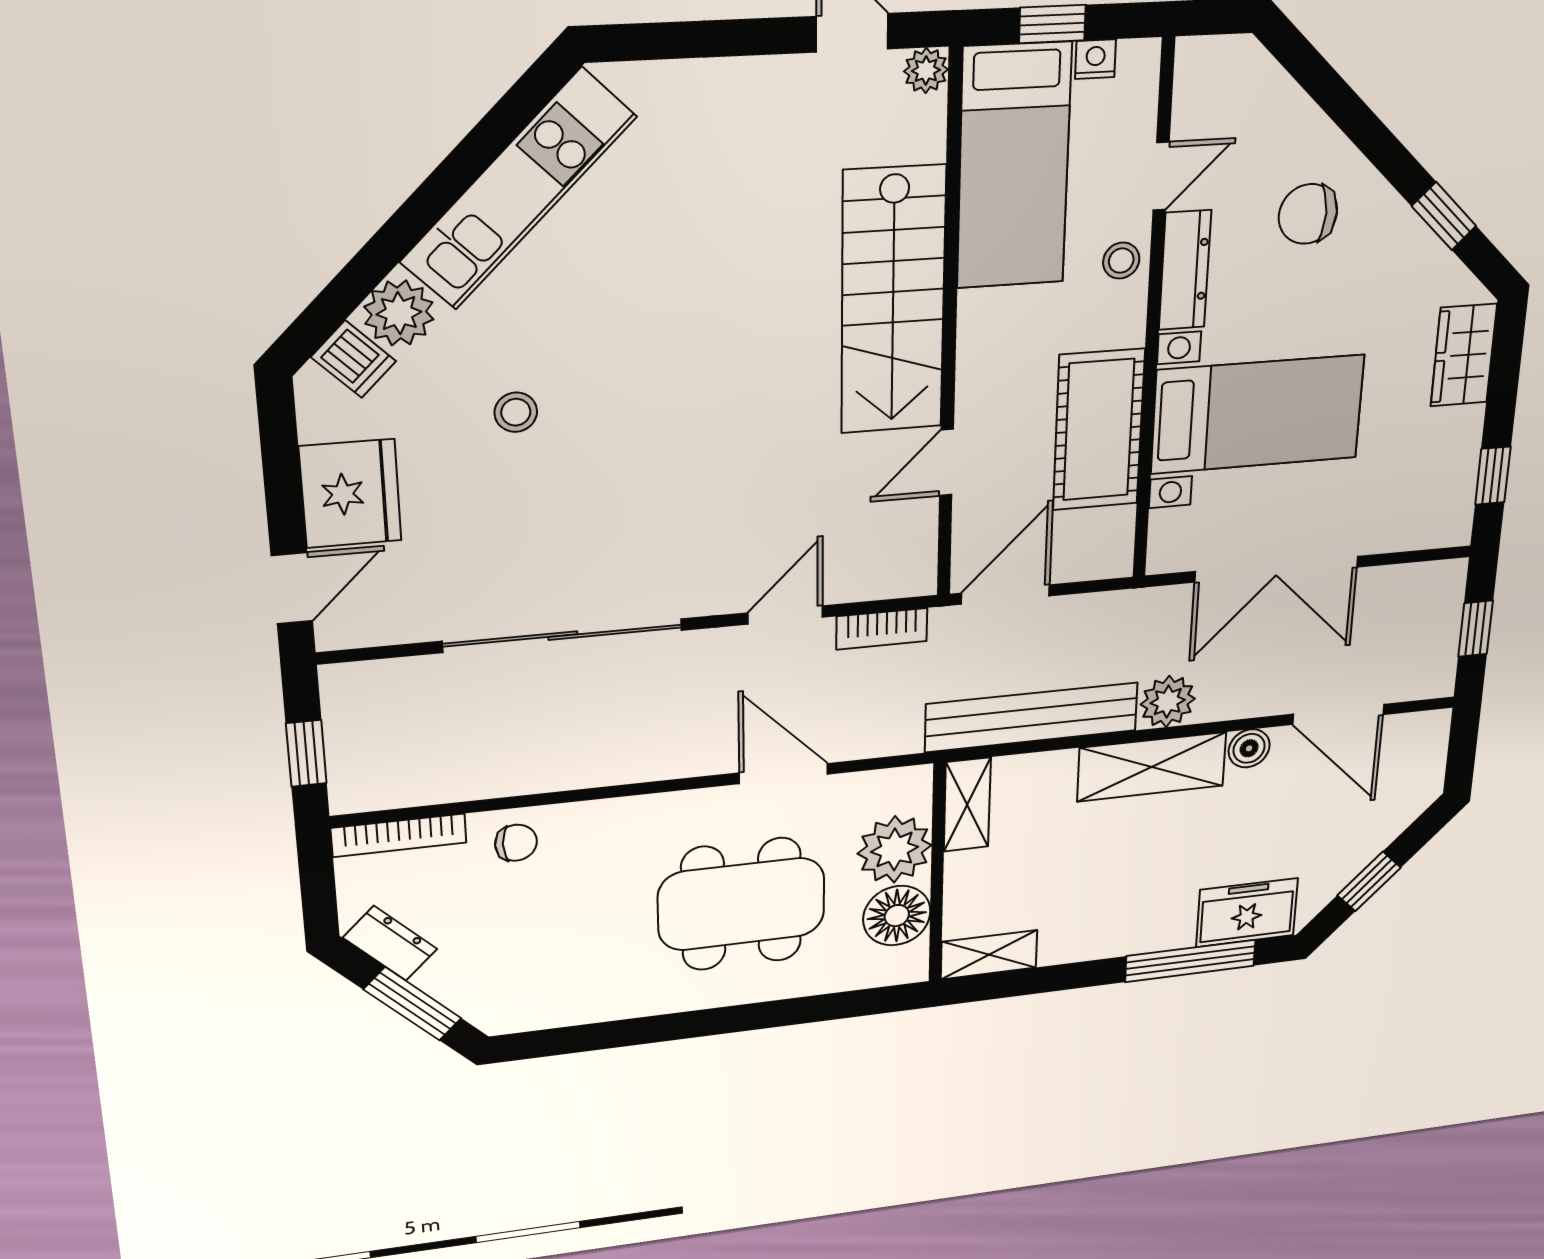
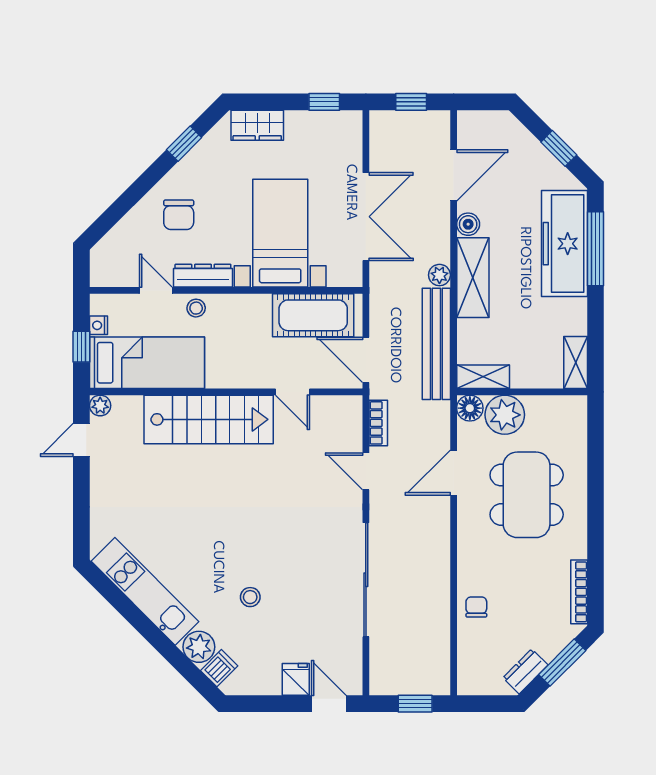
cot: (1099, 430) -> (313, 315), moved
fridge: (350, 494) -> (296, 679), width x0.53, depth x0.75
plant: (1168, 702) -> (439, 275), width x0.73, depth x0.73
bookcase: (399, 835) -> (579, 592), moved, turned 180
freezer: (1247, 913) -> (564, 244), width x1.91, depth x1.26
floor lamp: (897, 916) -> (470, 408), moved, width x0.73, depth x0.73

